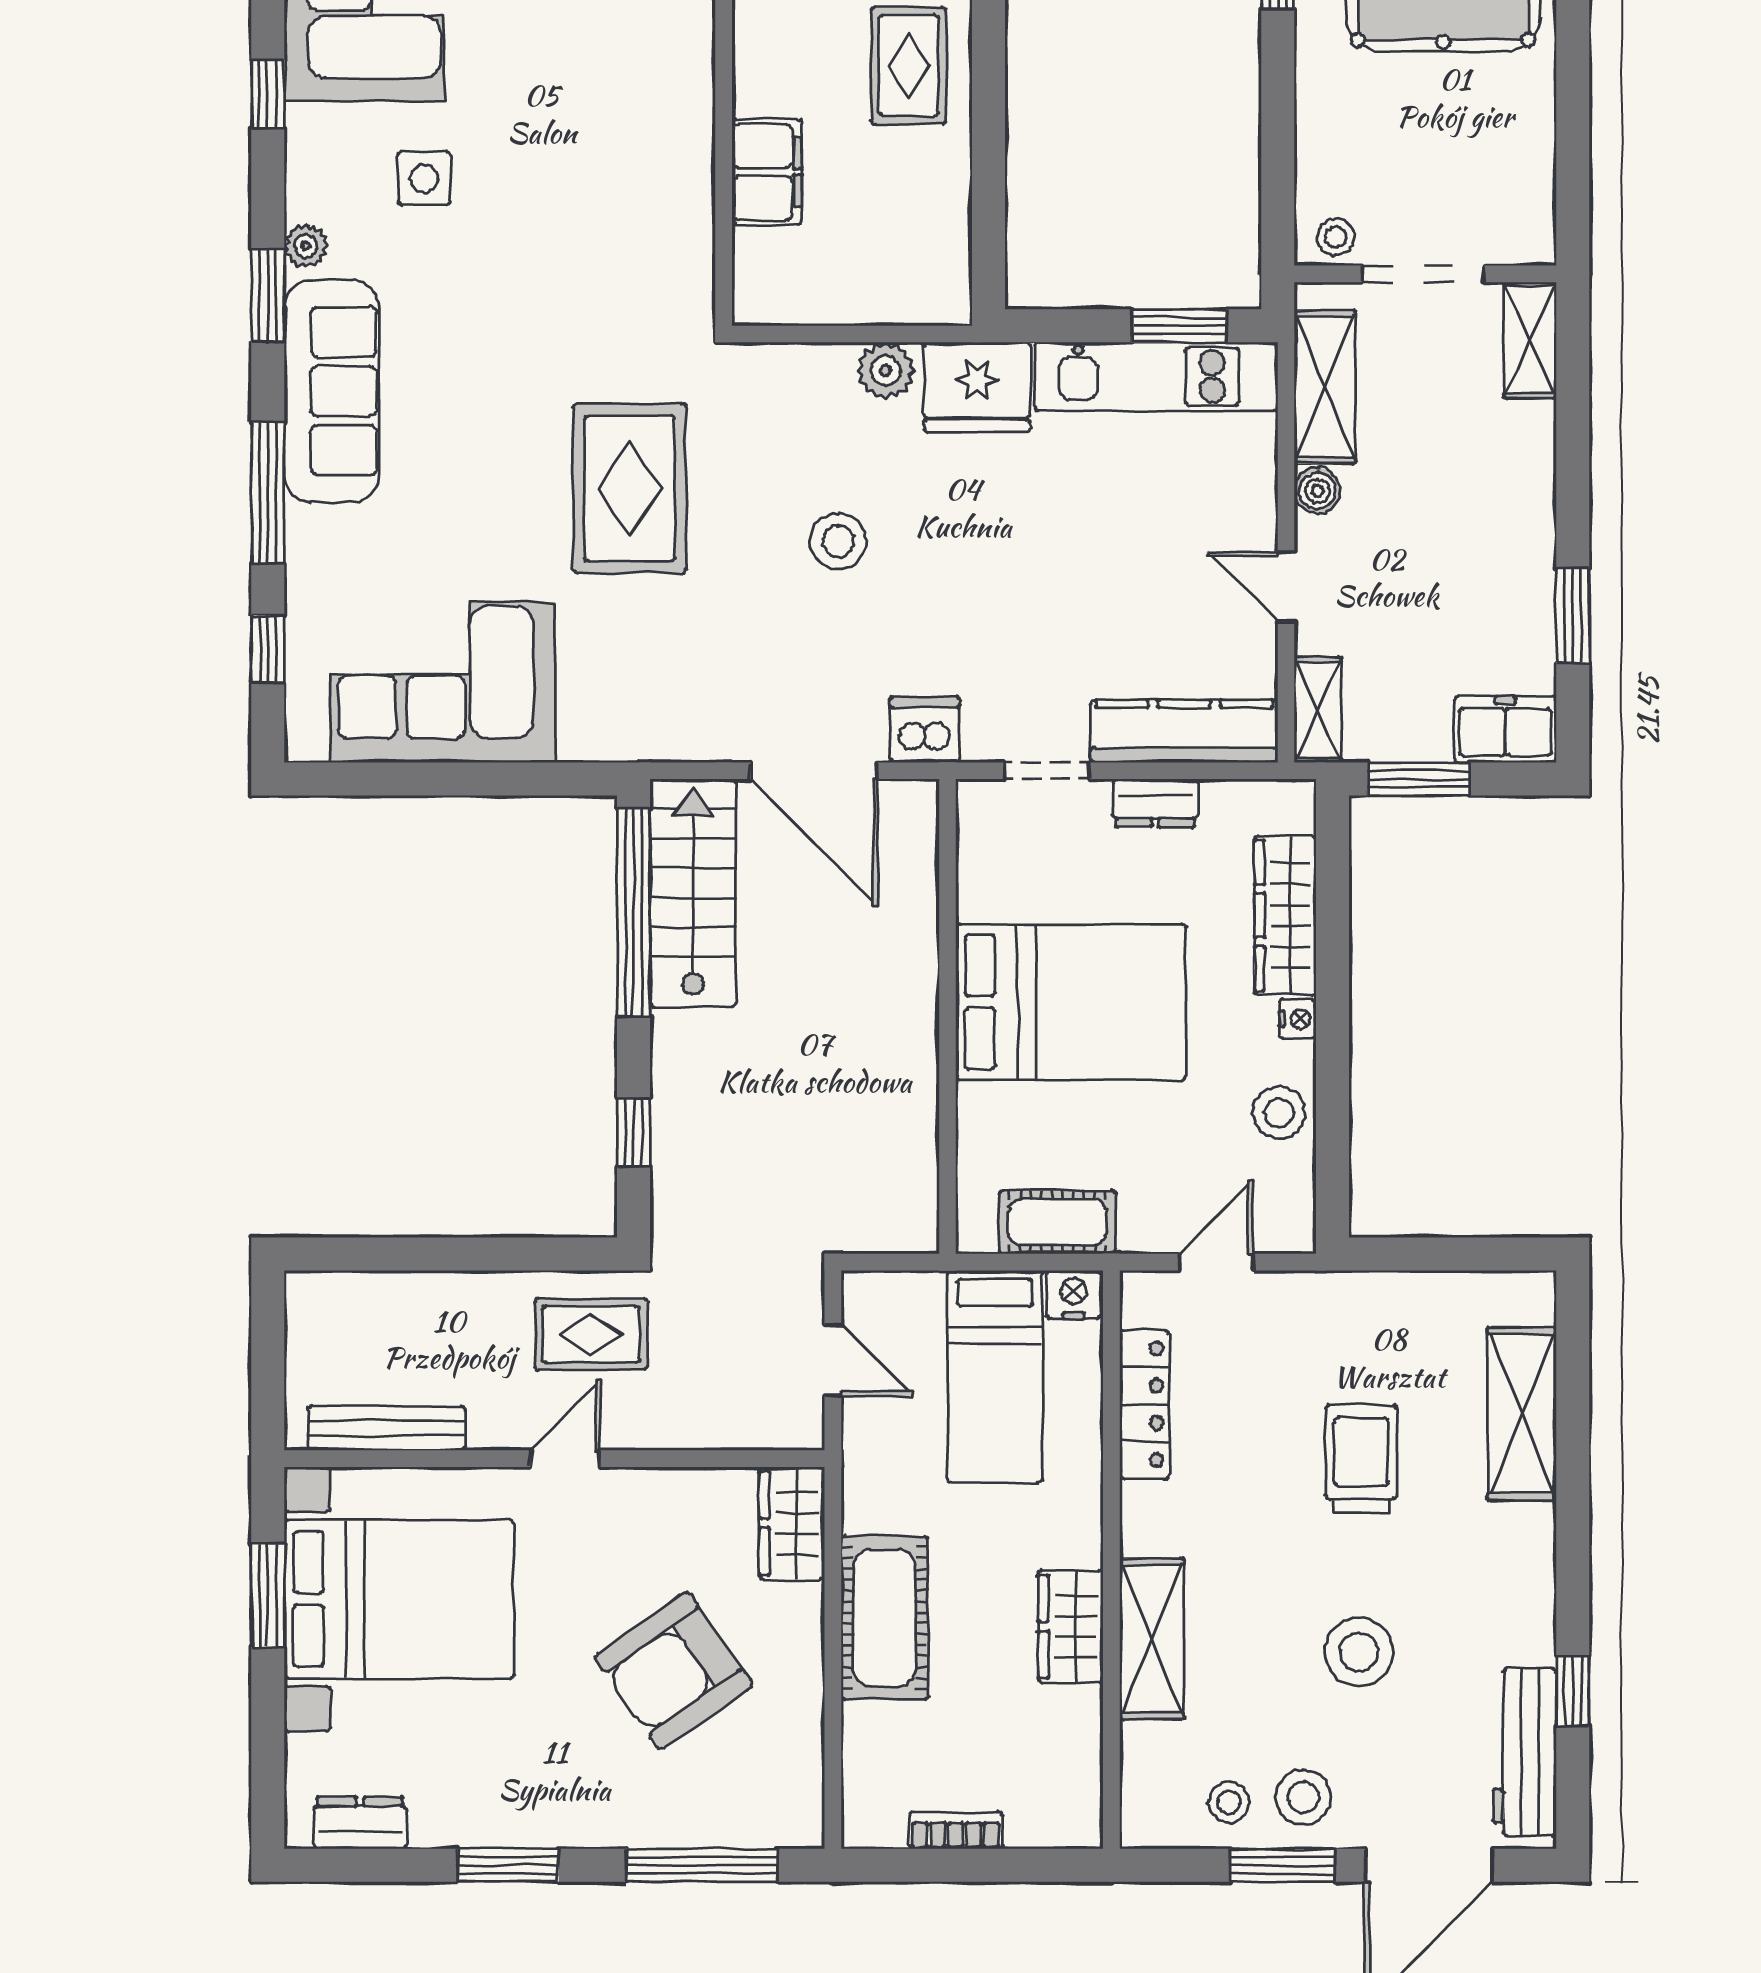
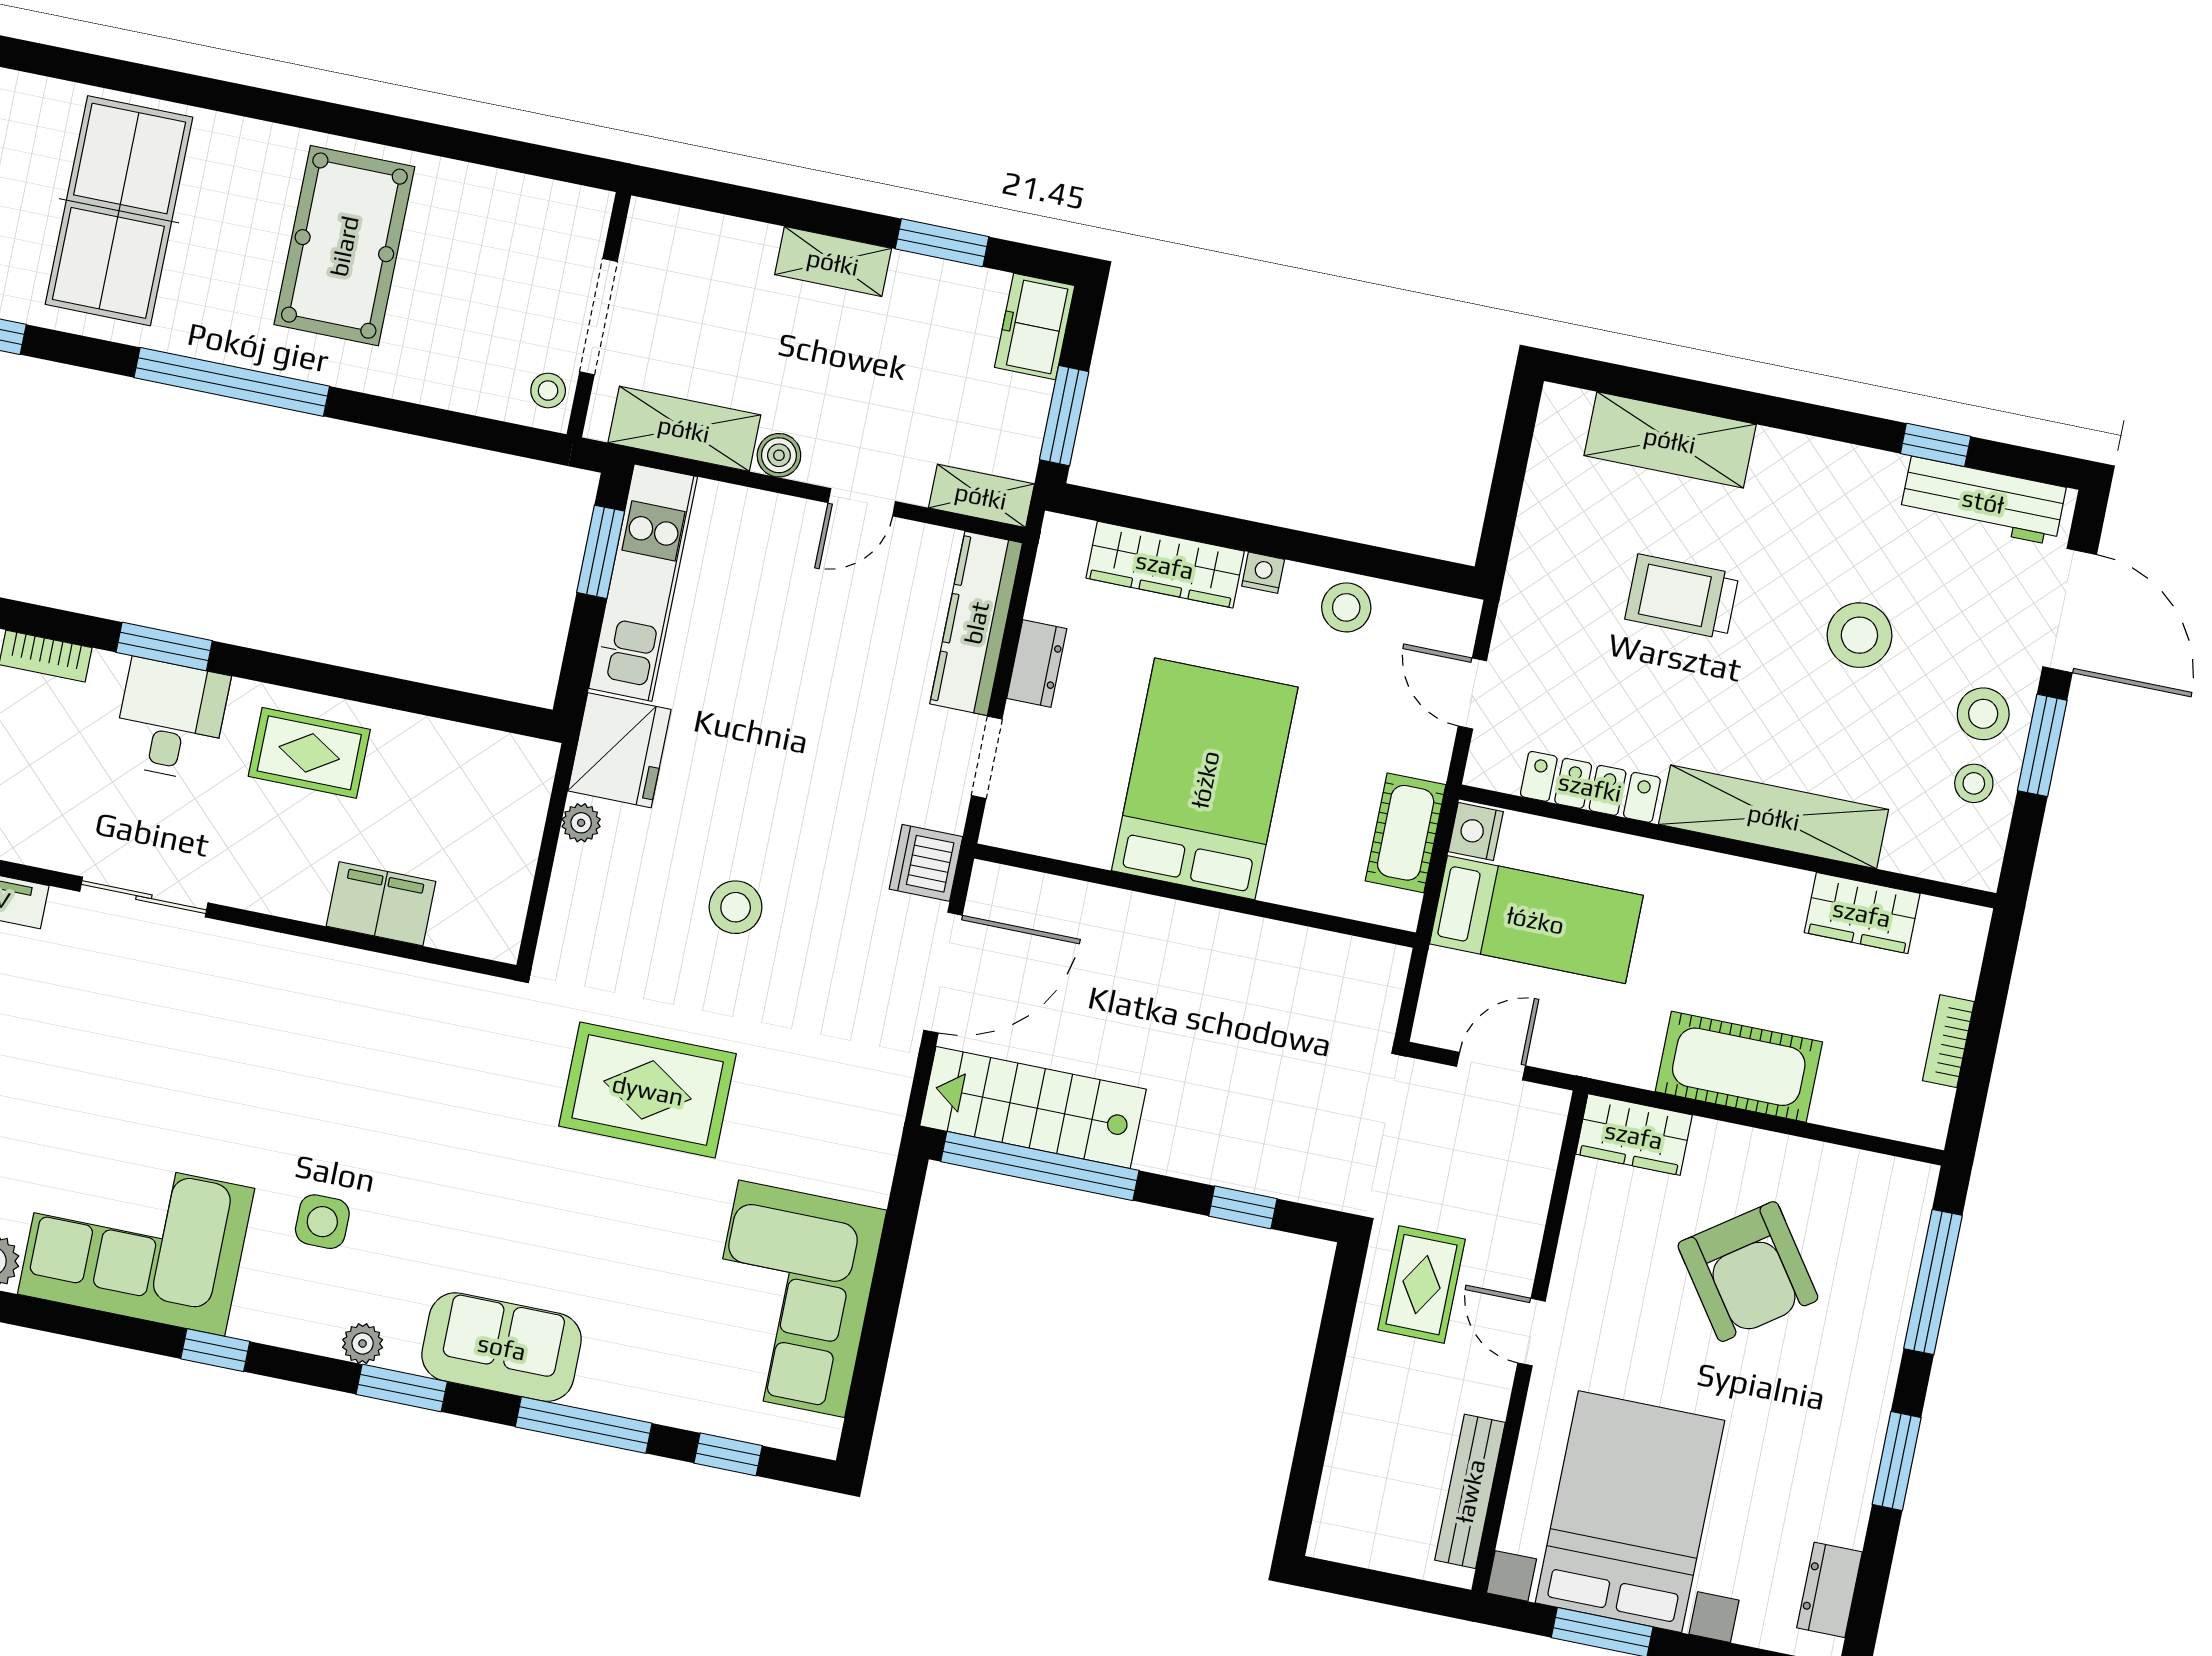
shelving: (1530, 340) -> (833, 262), moved
plant: (886, 371) -> (581, 823), width x0.73, depth x0.73
sofa: (332, 391) -> (502, 1347), width x0.73
wardrobe: (1071, 1627) -> (1862, 913), moved
shelving: (1152, 1639) -> (1774, 817), width x1.47

